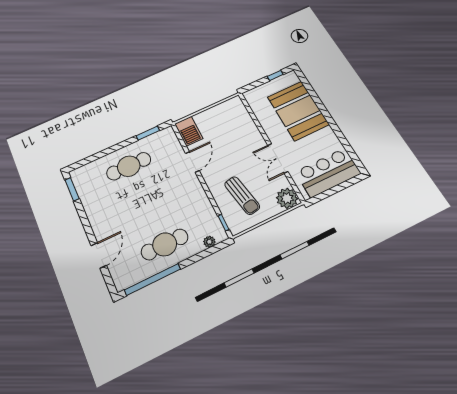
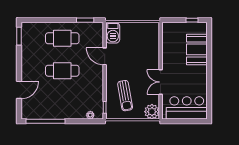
booth: (298, 111) -> (197, 49), width x0.73, depth x0.70
door: (192, 162) -> (105, 56), swing flipped
cafe table: (165, 244) -> (62, 71), moved

